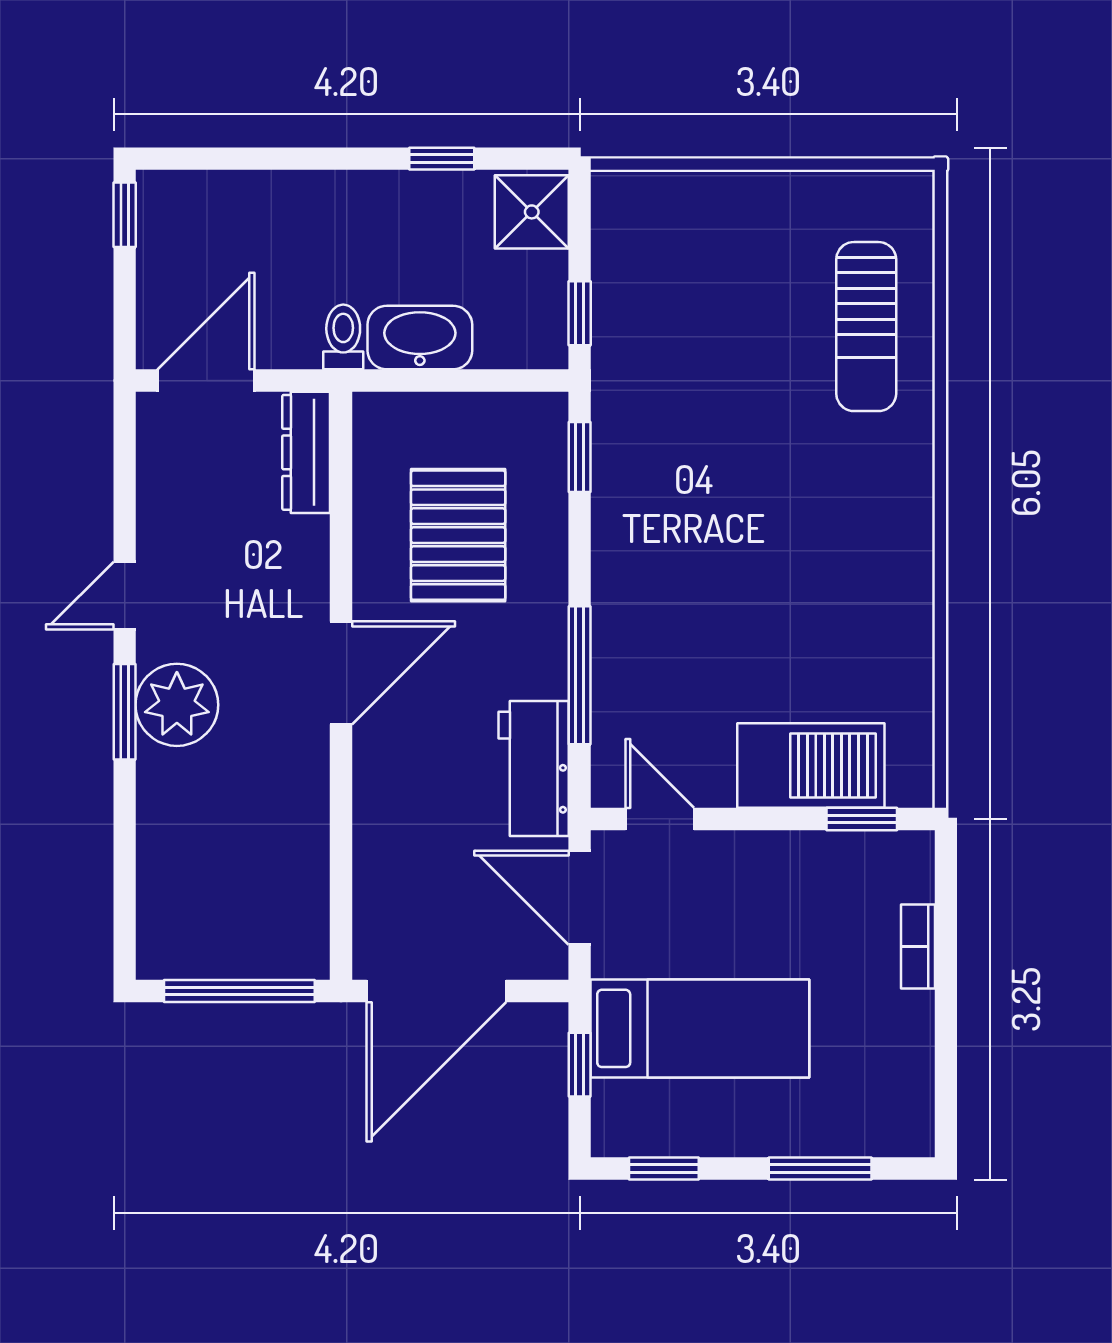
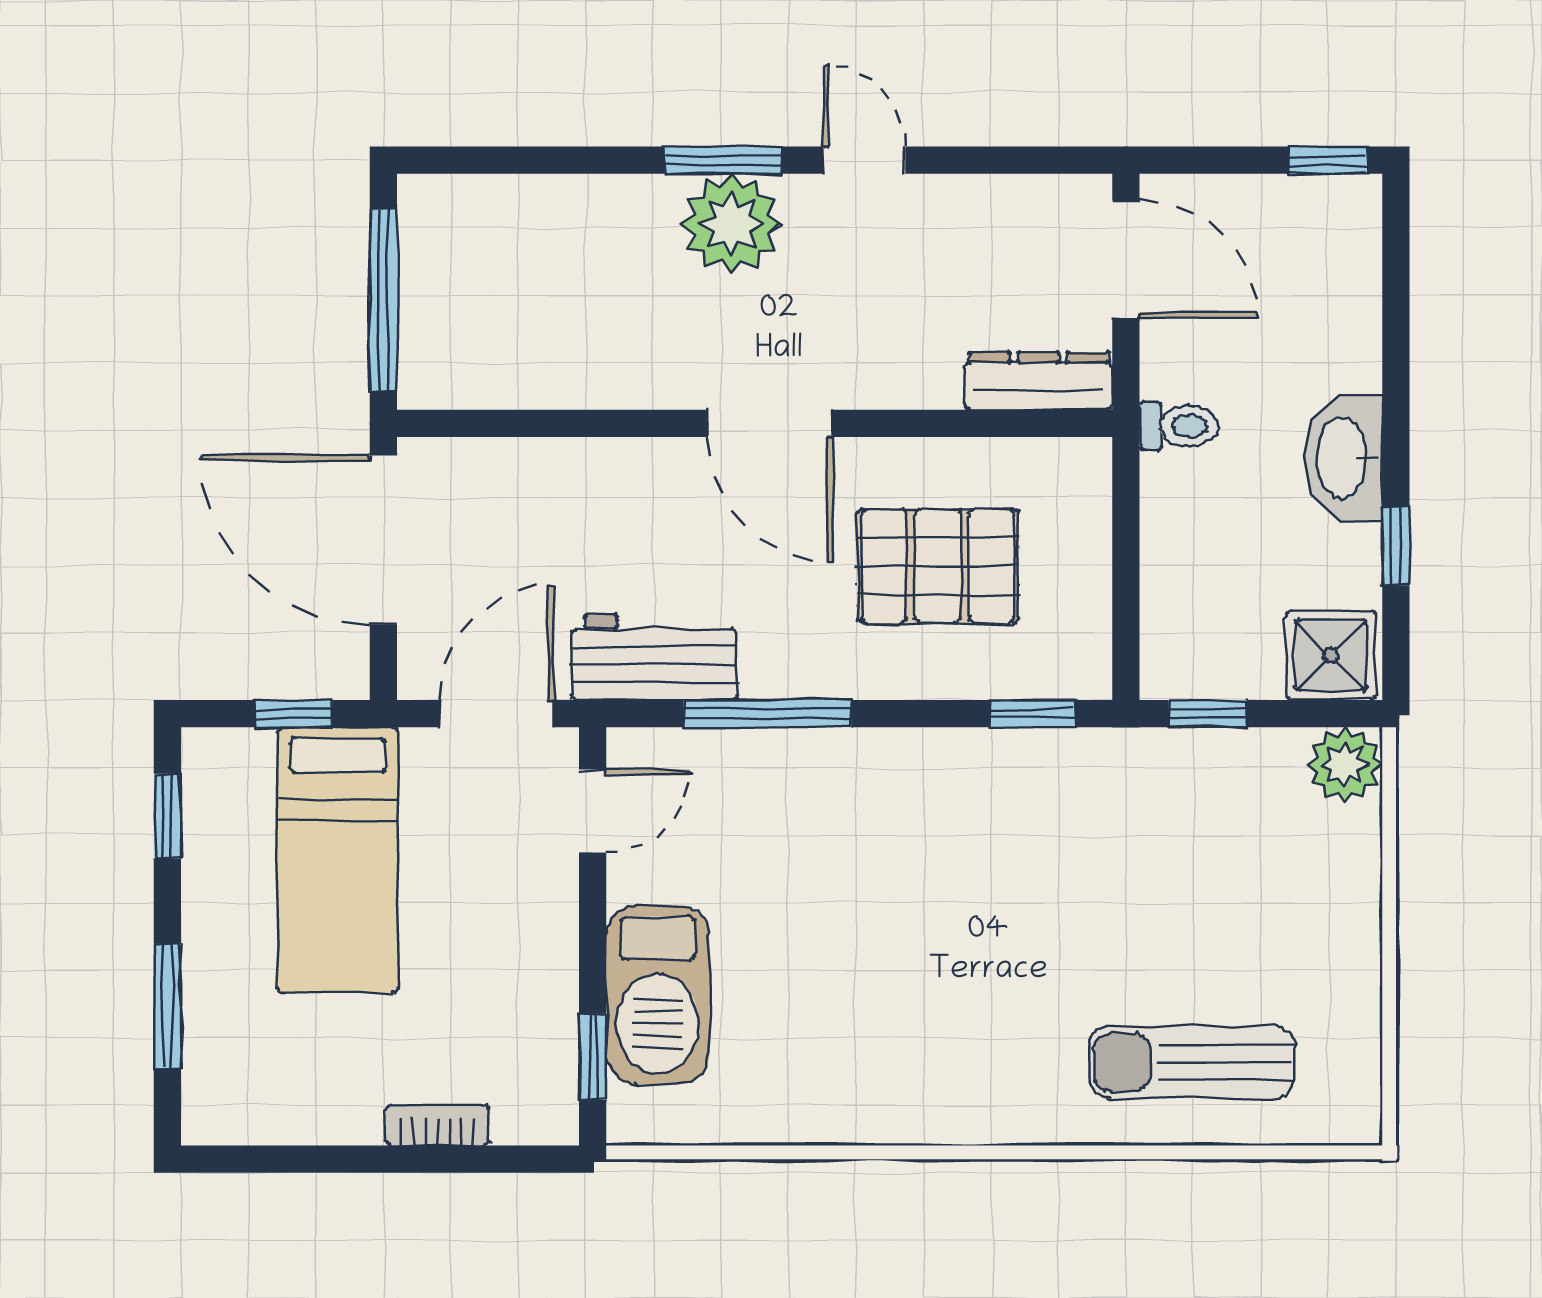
plant: (622, 201) -> (1345, 765), added
washbasin: (420, 338) -> (1344, 458), moved, turned 180

